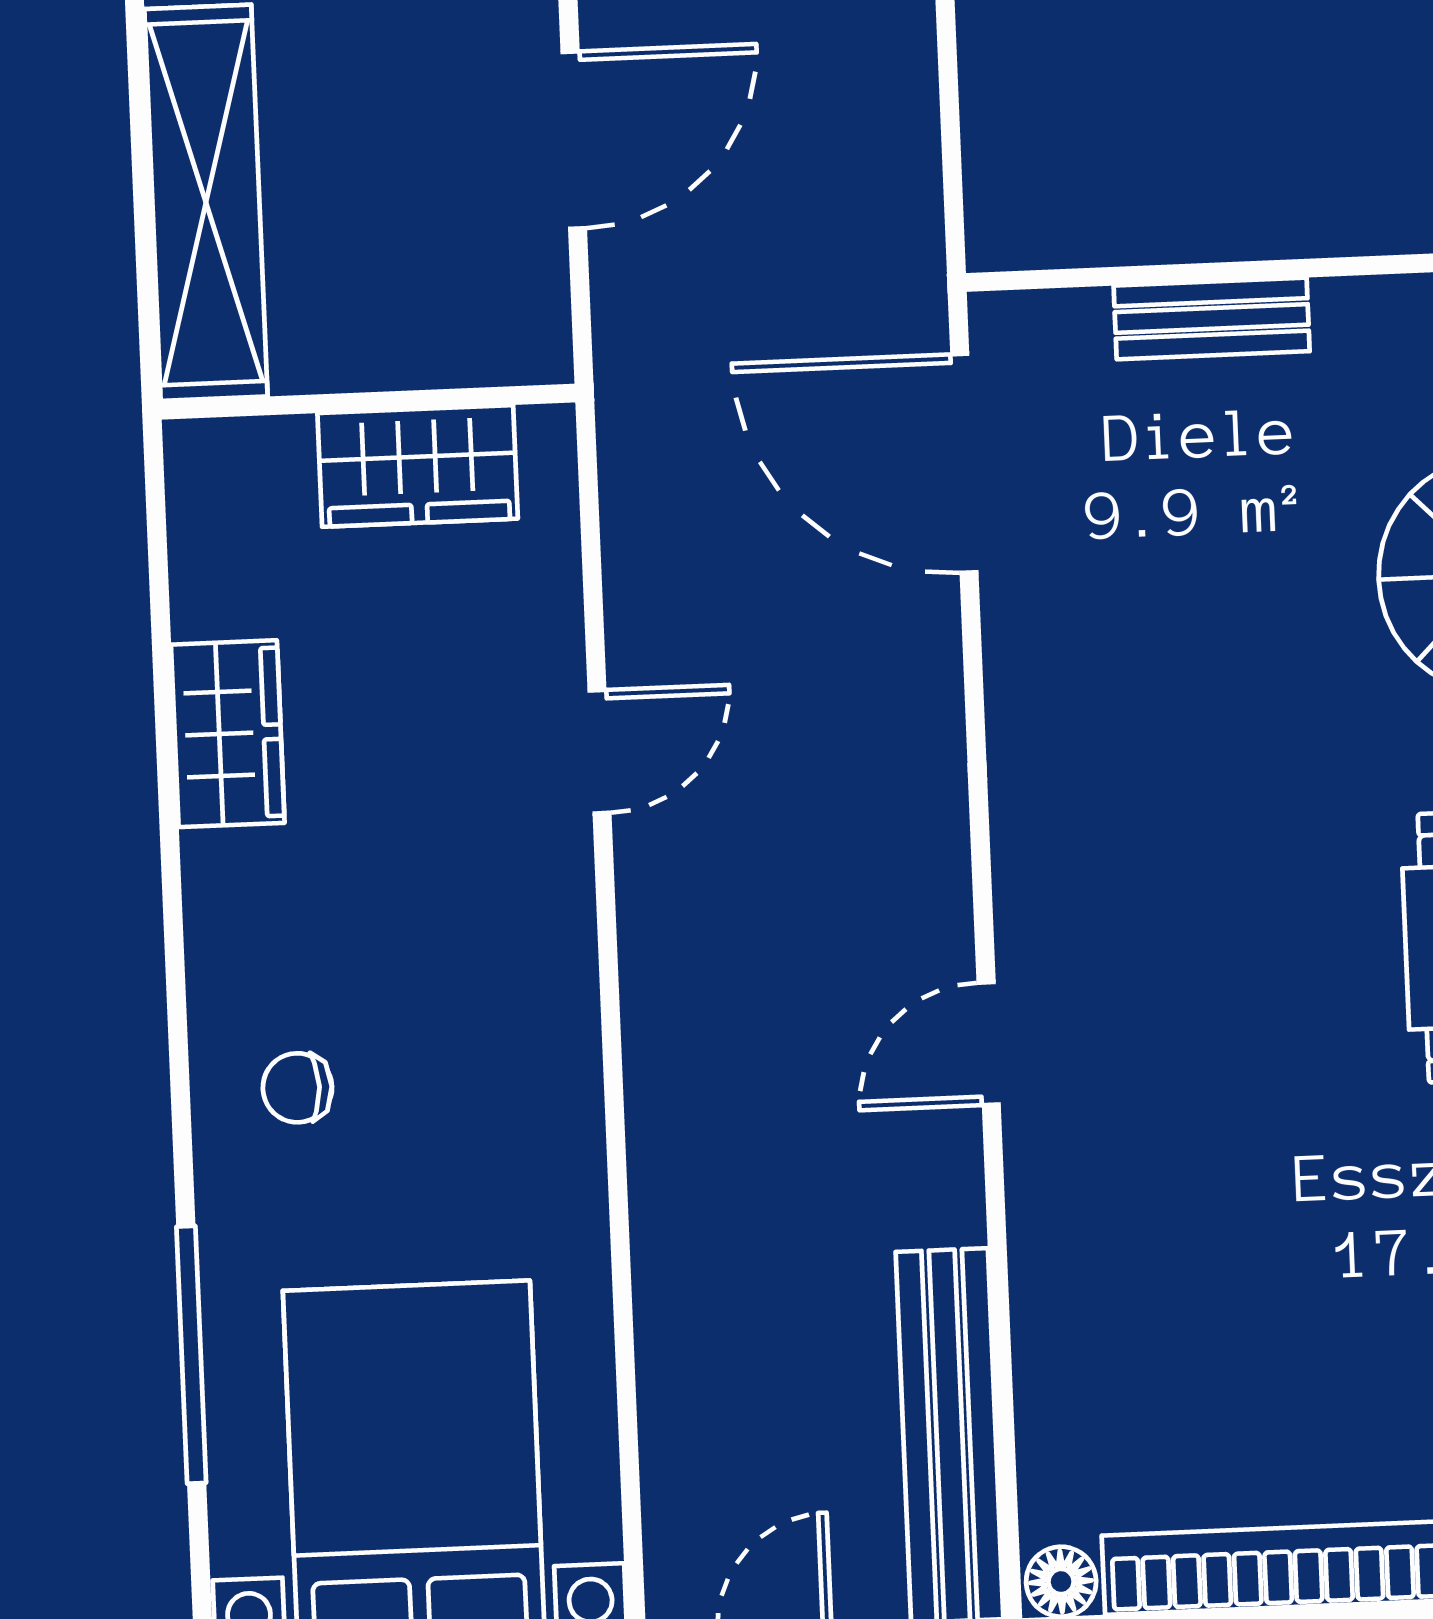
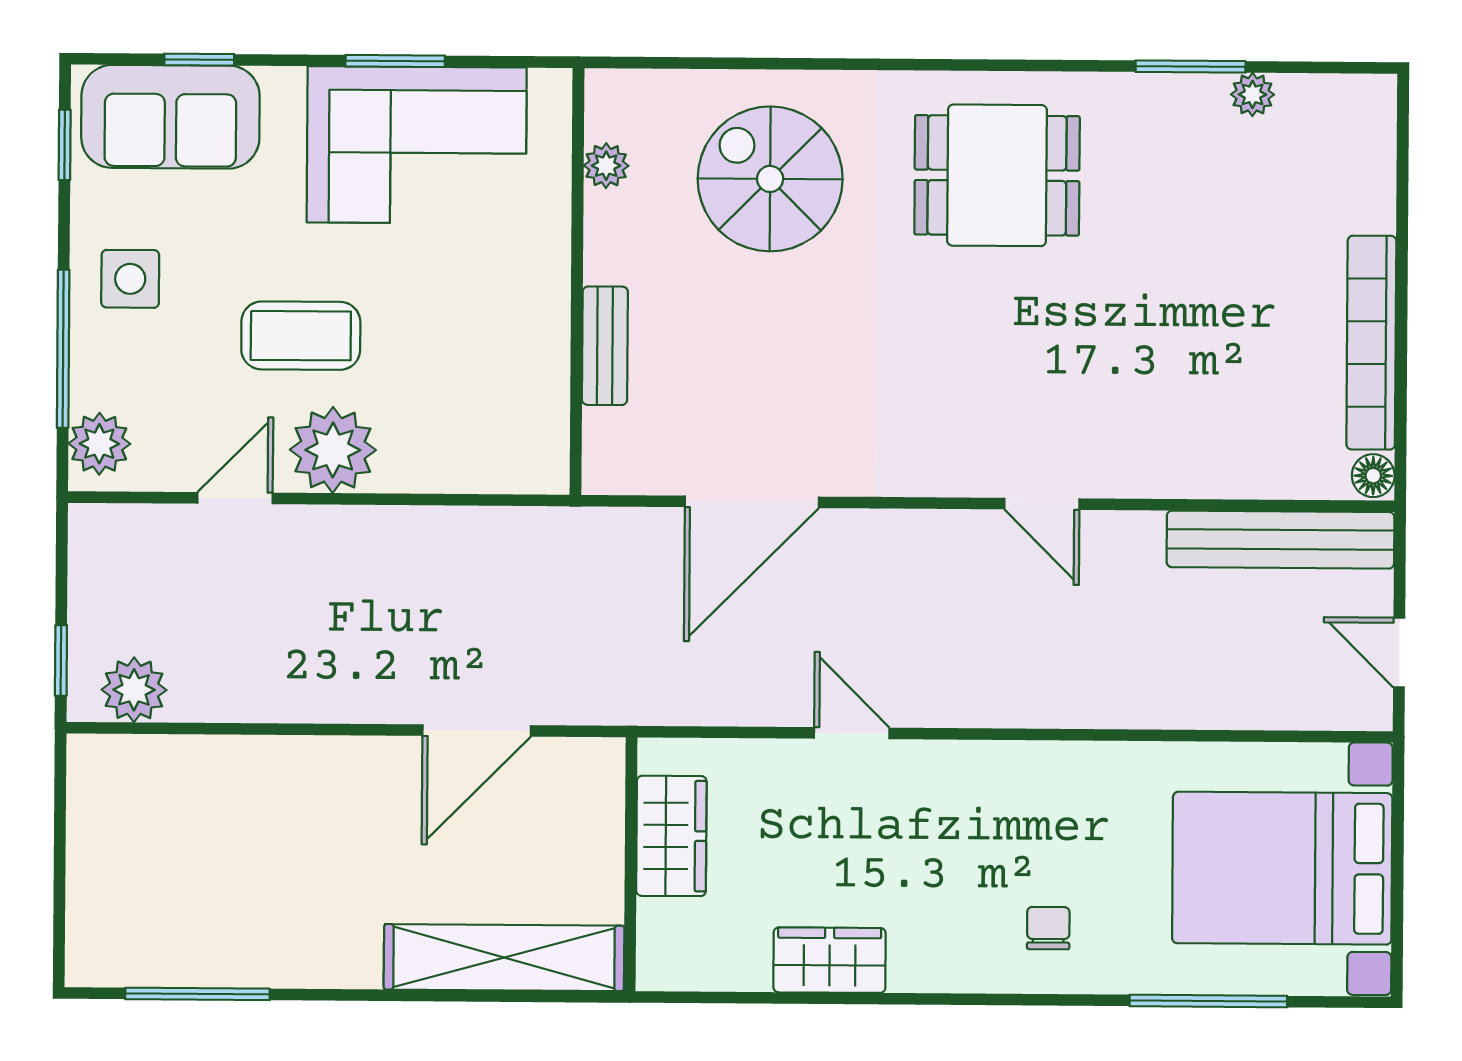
door: (574, 140) -> (477, 731), swing flipped
door: (964, 463) -> (752, 502), moved
chair: (297, 1088) -> (1048, 928), turned 180

